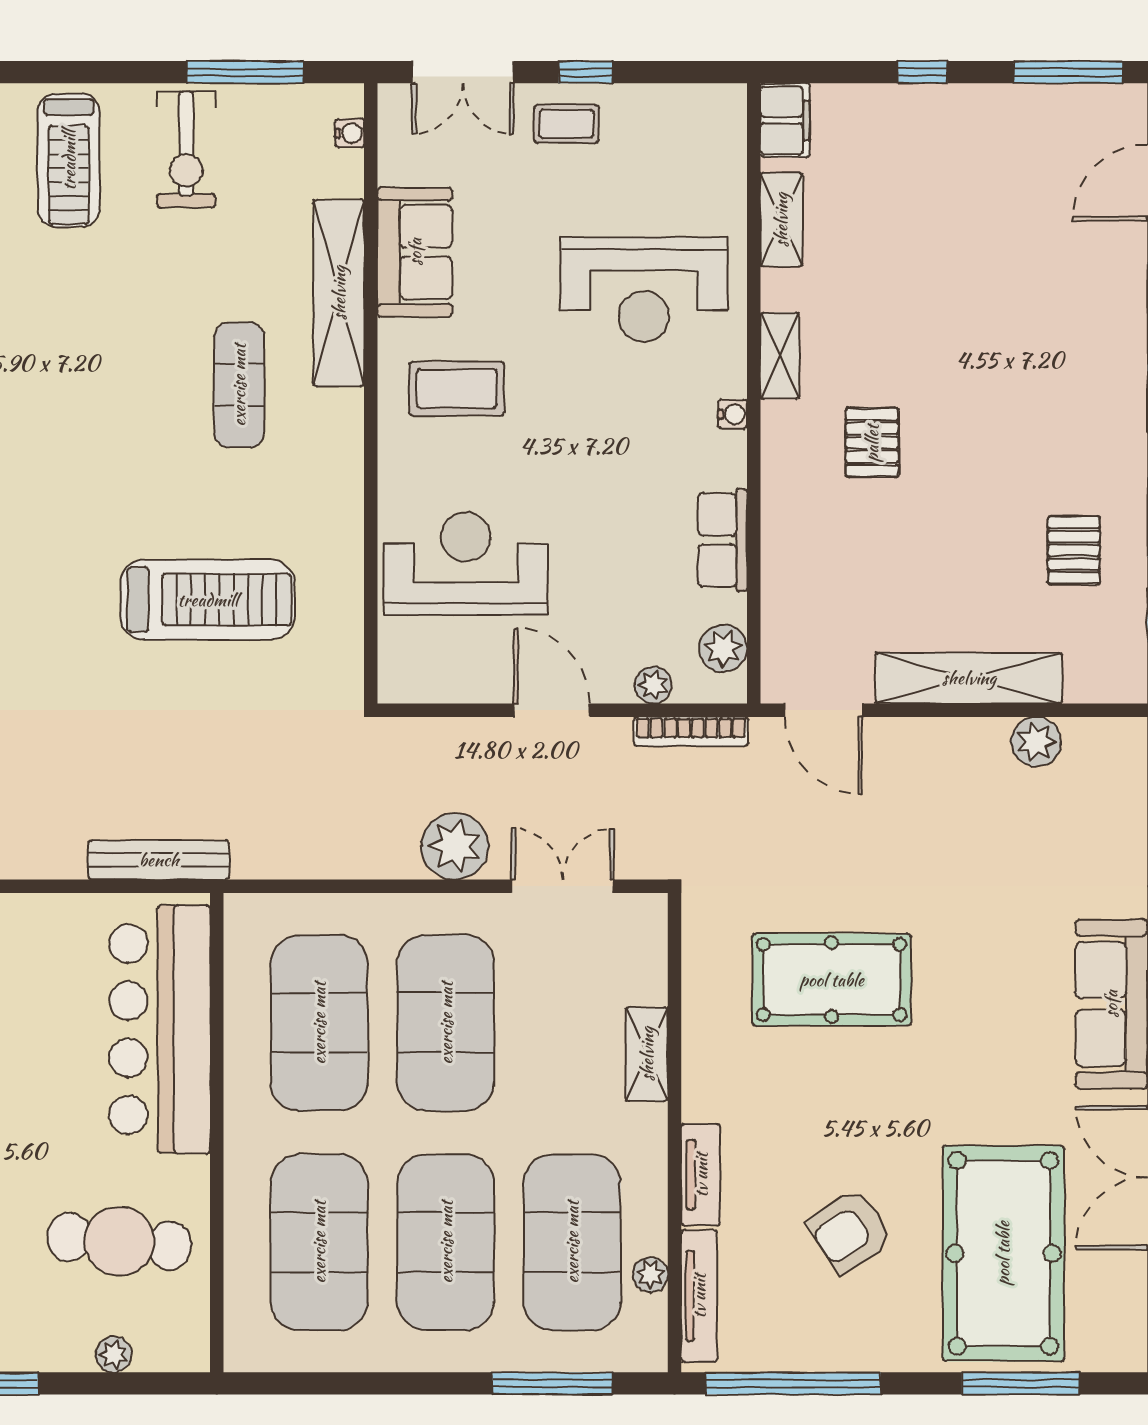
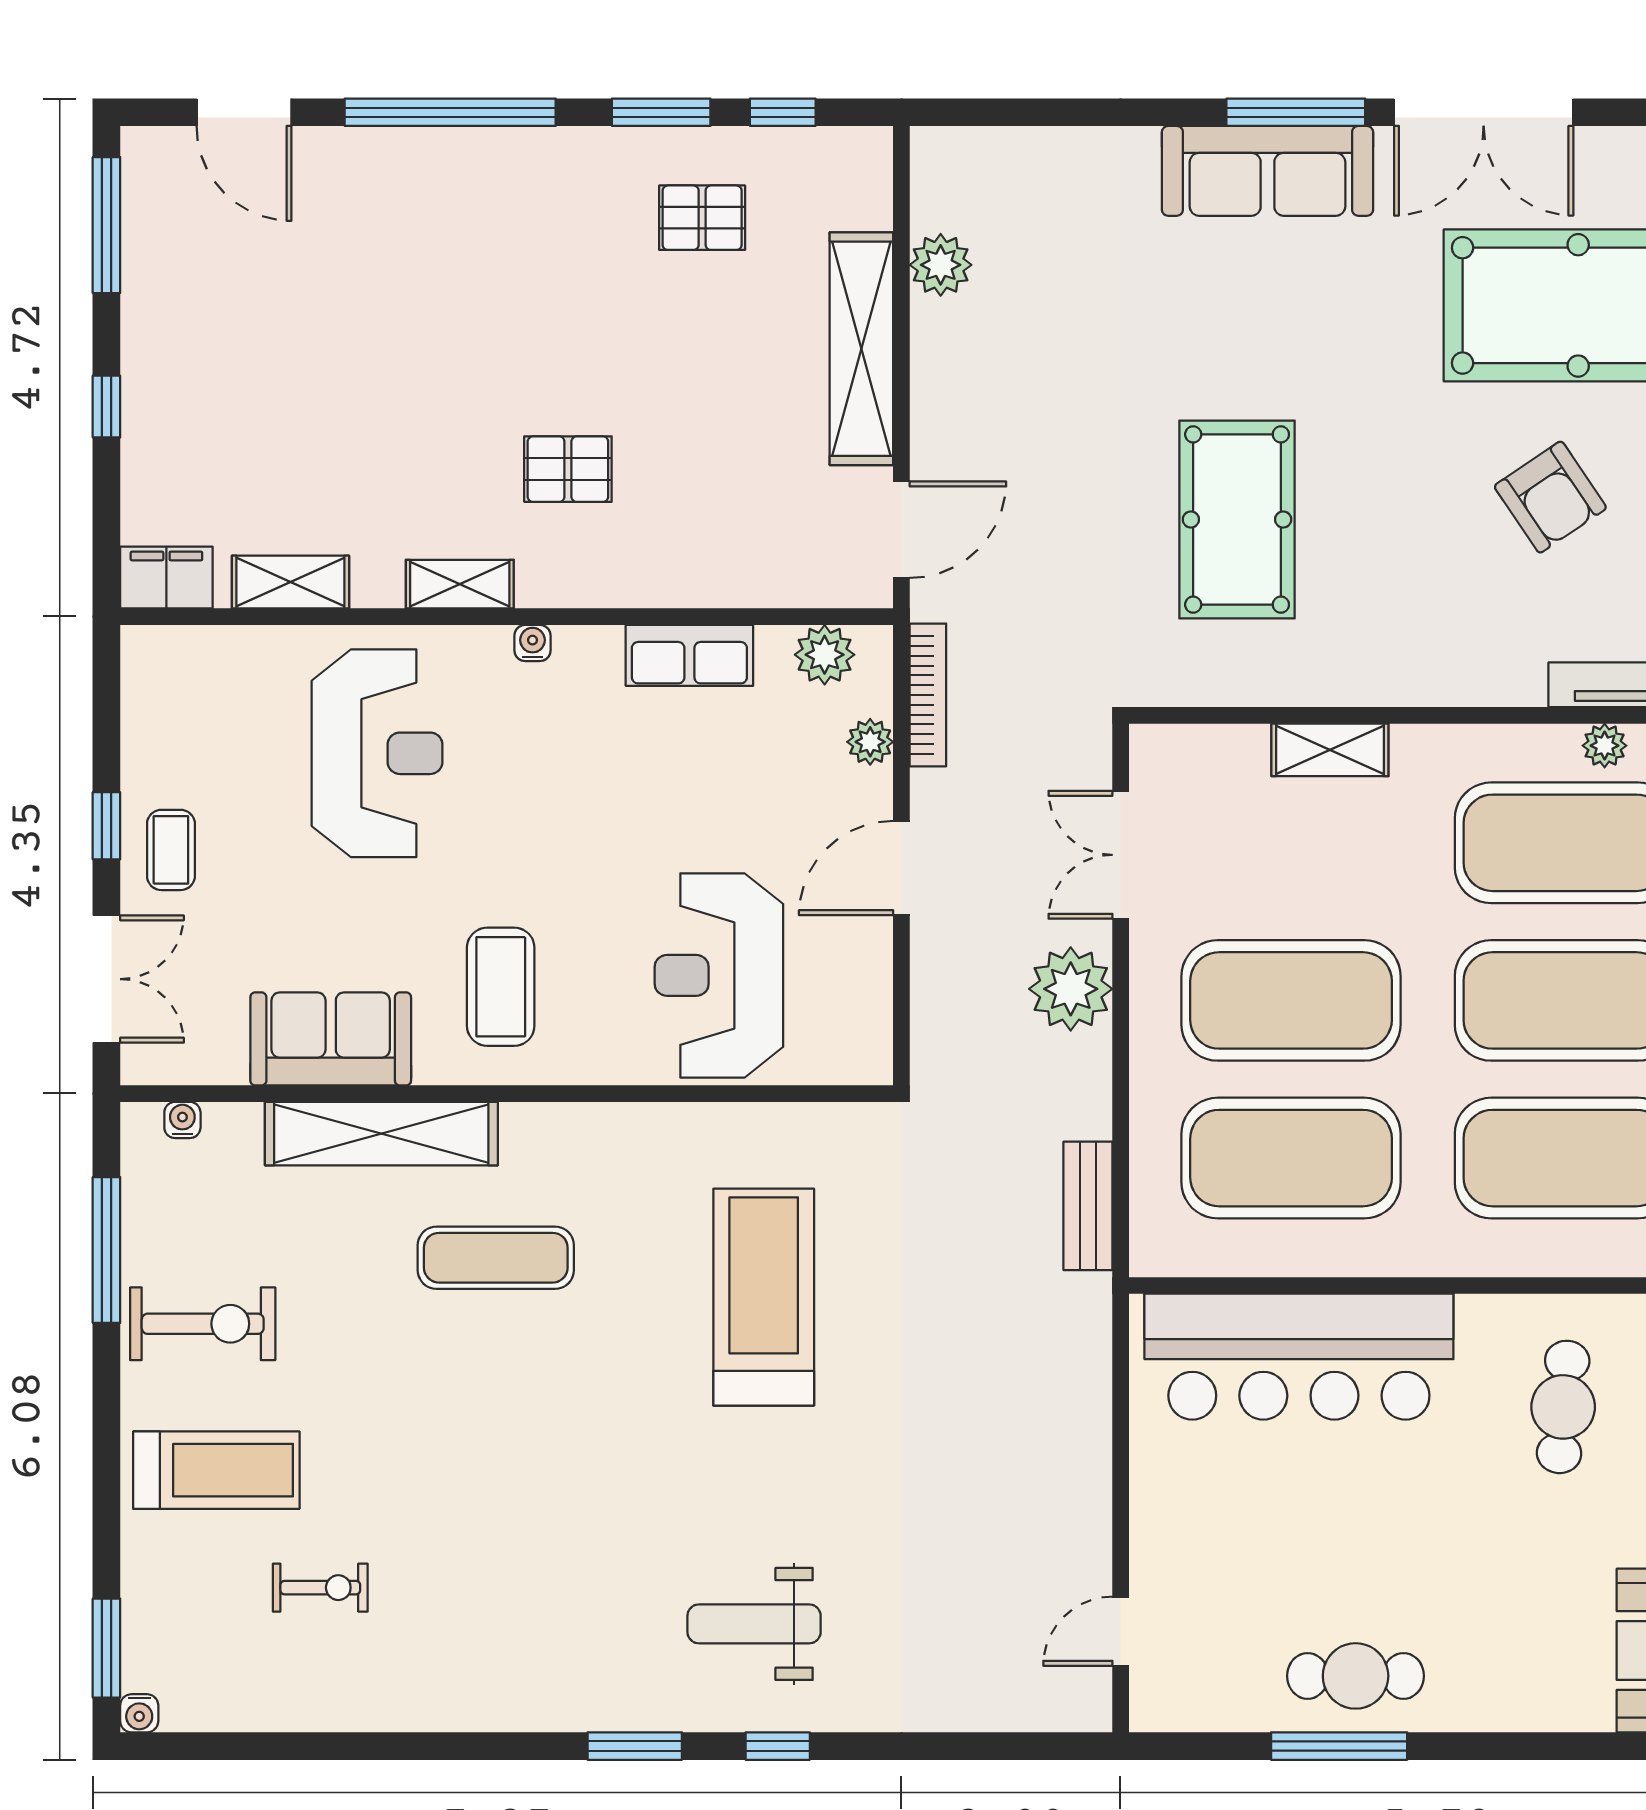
bench: (159, 860) -> (1088, 1206), moved, width x0.73
tv unit: (701, 1175) -> (1480, 683), removed
cafe table: (119, 1241) -> (1563, 1407), width x0.73, depth x0.74

